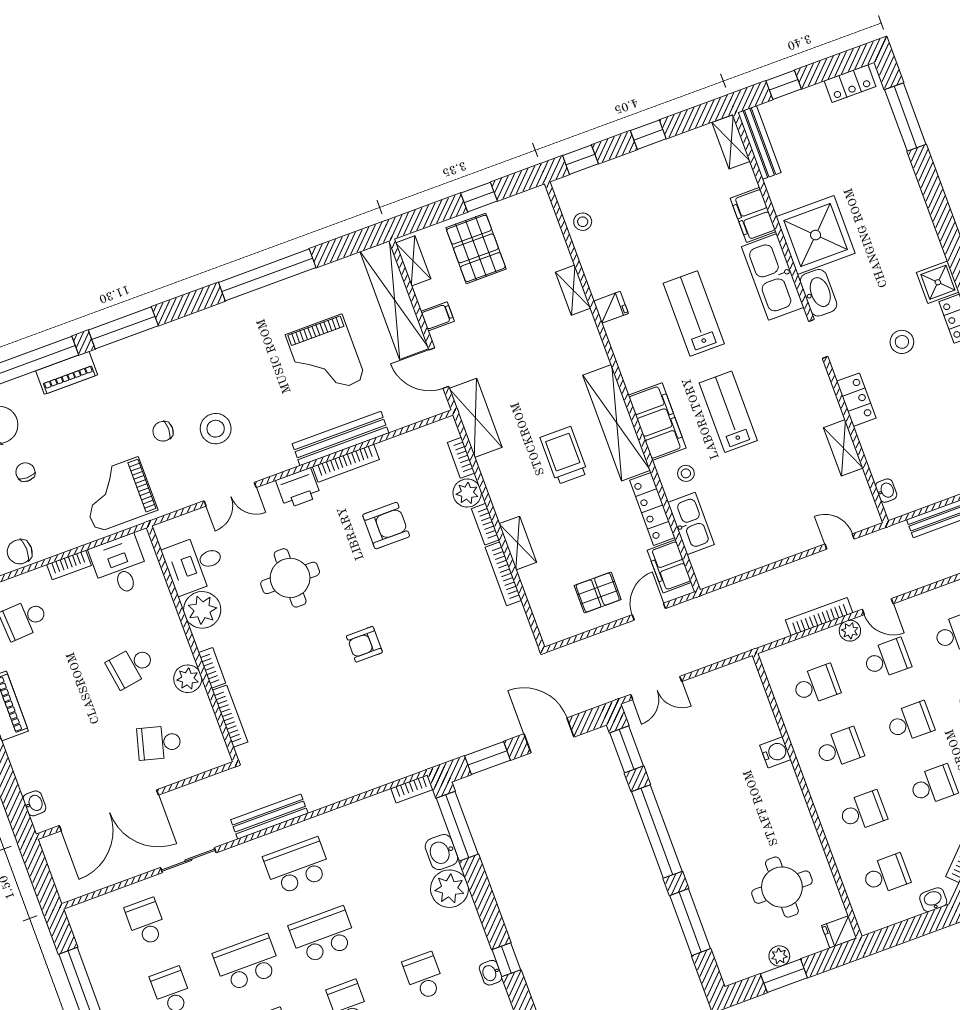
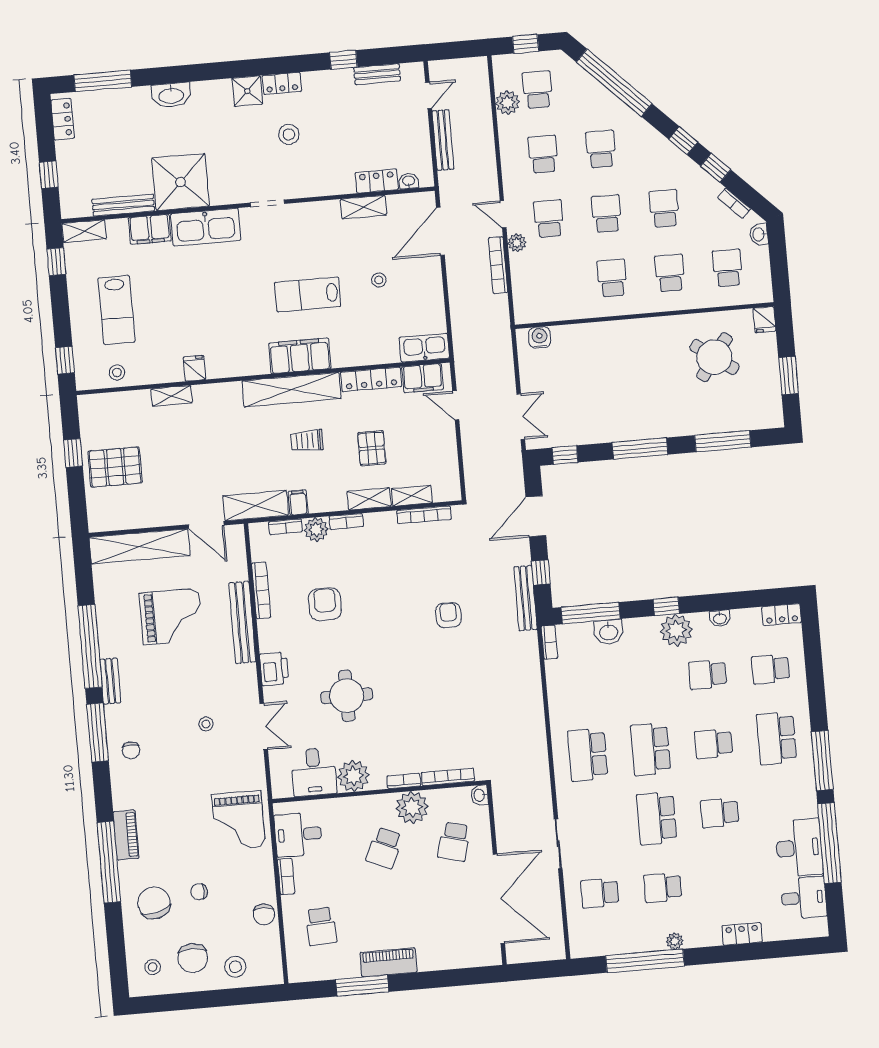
window: (648, 135) -> (56, 262), moved
bench: (759, 143) -> (123, 205), moved
shelving: (413, 261) -> (412, 496), moved
washbasin: (818, 293) -> (171, 95), moved, turned 180
bench: (234, 308) -> (110, 681), added
lab bench: (694, 313) -> (117, 310), moved, turned -90
filing cabinet: (437, 316) -> (298, 503), moved
window: (123, 328) -> (98, 732), moved
door: (439, 368) -> (206, 525), hinge flipped
locker: (856, 400) -> (377, 181), moved
stool: (216, 429) -> (206, 724), width x0.53, depth x0.53
chair: (163, 431) -> (131, 750), moved
trolley: (564, 455) -> (307, 441), width x0.73, depth x0.72
bookcase: (346, 463) -> (261, 590), moved
stool: (686, 473) -> (379, 280), moved
kitchen sink: (691, 524) -> (424, 348), moved
door: (840, 541) -> (440, 231), width x1.88
bookcase: (503, 574) -> (424, 515), moved
pallet: (598, 593) -> (372, 448), moved
door: (878, 607) -> (503, 214), swing flipped
armchair: (364, 644) -> (448, 615), moved, turned 180
school desk: (131, 666) -> (384, 848), turned 33
plant: (188, 679) -> (412, 807), width x1.36, depth x1.36
school desk: (816, 685) -> (554, 283), removed
window: (627, 749) -> (565, 455), width x0.67
water cooler: (775, 752) -> (540, 337), moved
window: (487, 758) -> (541, 572), width x0.67
washbasin: (34, 803) -> (480, 795), moved, turned -90
bench: (269, 817) -> (525, 598), moved
window: (657, 831) -> (640, 448), width x0.68
round table: (782, 887) -> (714, 357), turned 36
plant: (449, 889) -> (676, 630), moved
plant: (779, 956) -> (771, 375), removed
window: (506, 960) -> (666, 606), moved

